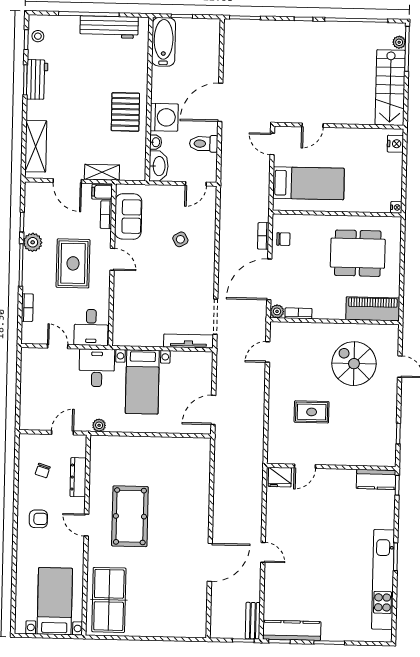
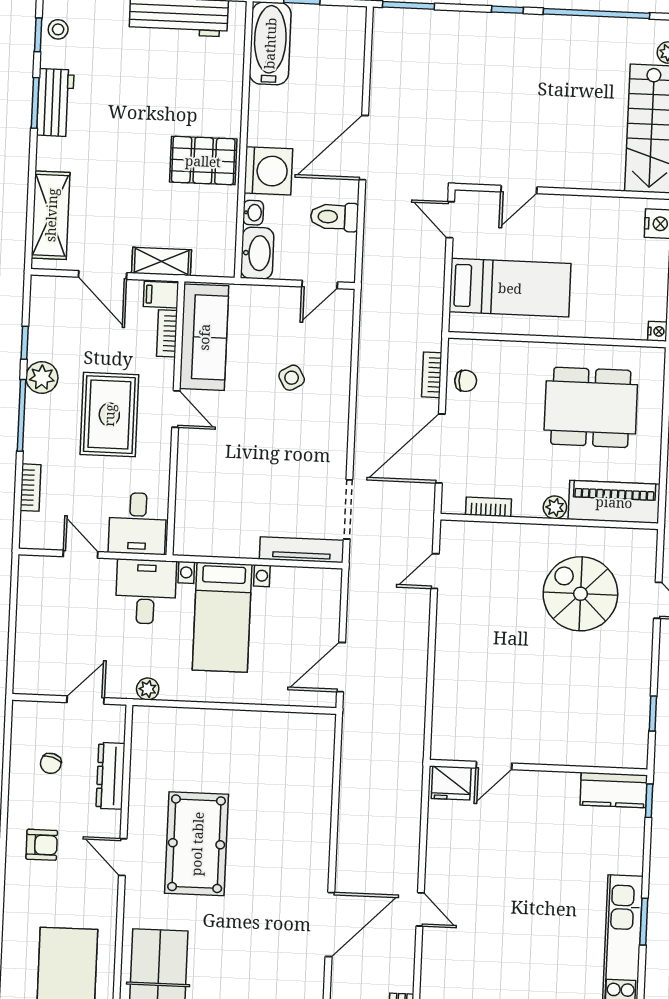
pallet: (125, 112) -> (203, 161), turned 90
sofa: (128, 216) -> (204, 337), width x1.36
plant: (277, 311) -> (555, 507), moved
rug: (312, 412) -> (507, 674), removed

